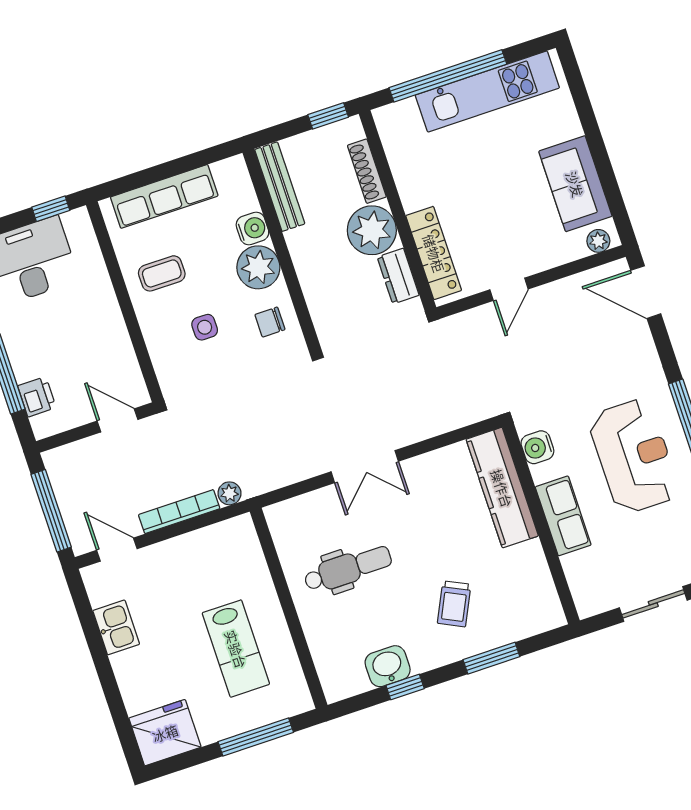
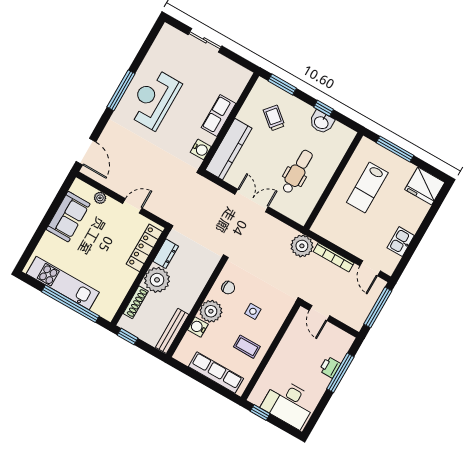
plant: (598, 241) -> (100, 198), moved
printer: (37, 397) -> (330, 367), moved
water cooler: (537, 447) -> (201, 149), moved
kitchen counter: (502, 488) -> (229, 149), moved
plant: (229, 493) -> (302, 246), width x1.88, depth x1.88
row of seats: (563, 516) -> (219, 116), moved
wall: (541, 524) -> (229, 121), moved
dental chair: (348, 569) -> (297, 172), turned 90
trolley: (454, 604) -> (274, 118), turned -76
lab bench: (236, 649) -> (367, 188), turned 180

